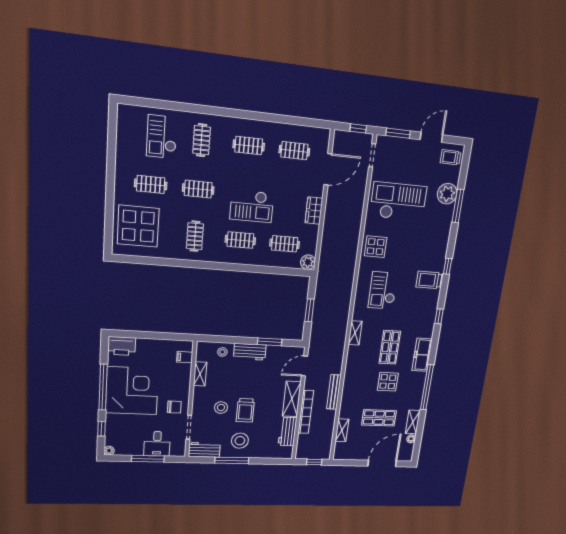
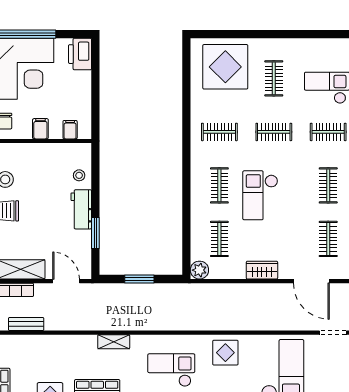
clothes rail: (198, 189) -> (274, 132), turned 90
shelving: (200, 374) -> (49, 150), removed
filing cabinet: (182, 380) -> (40, 129), added
bench: (334, 392) -> (26, 324), width x0.73

